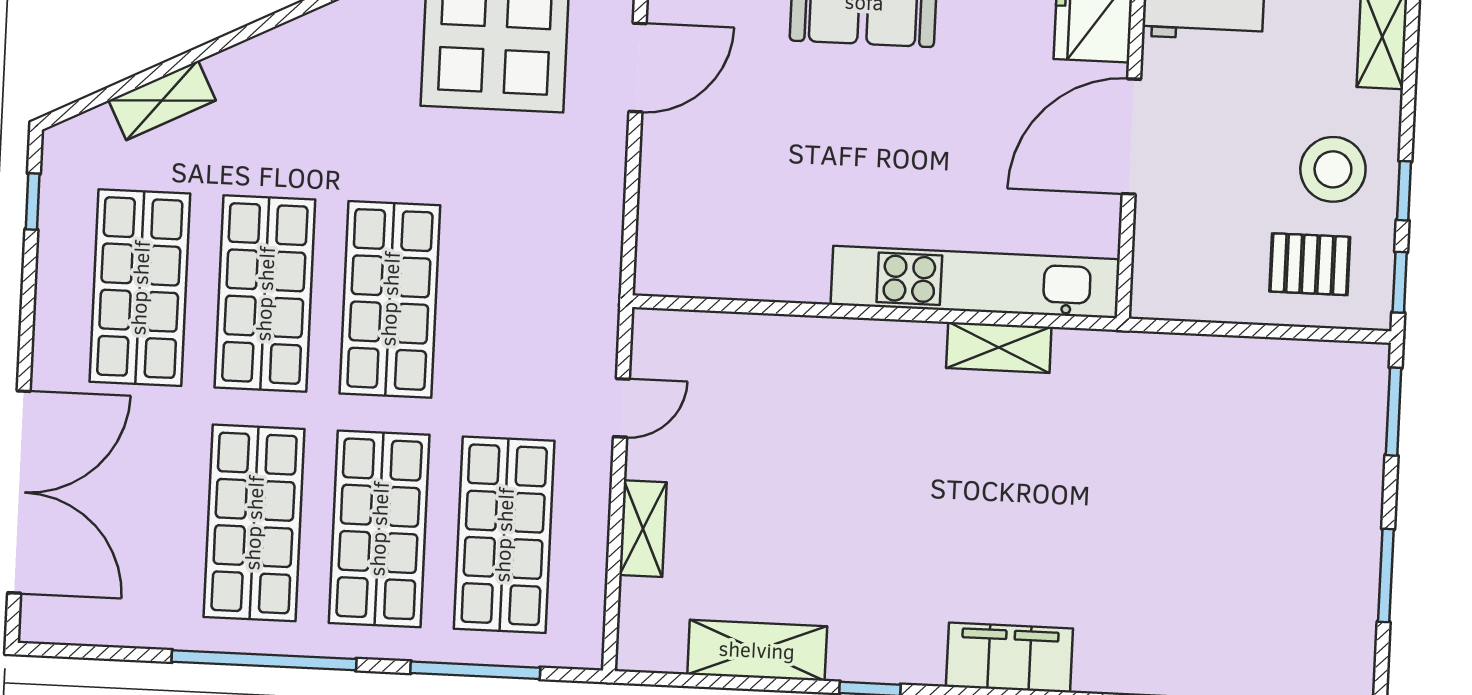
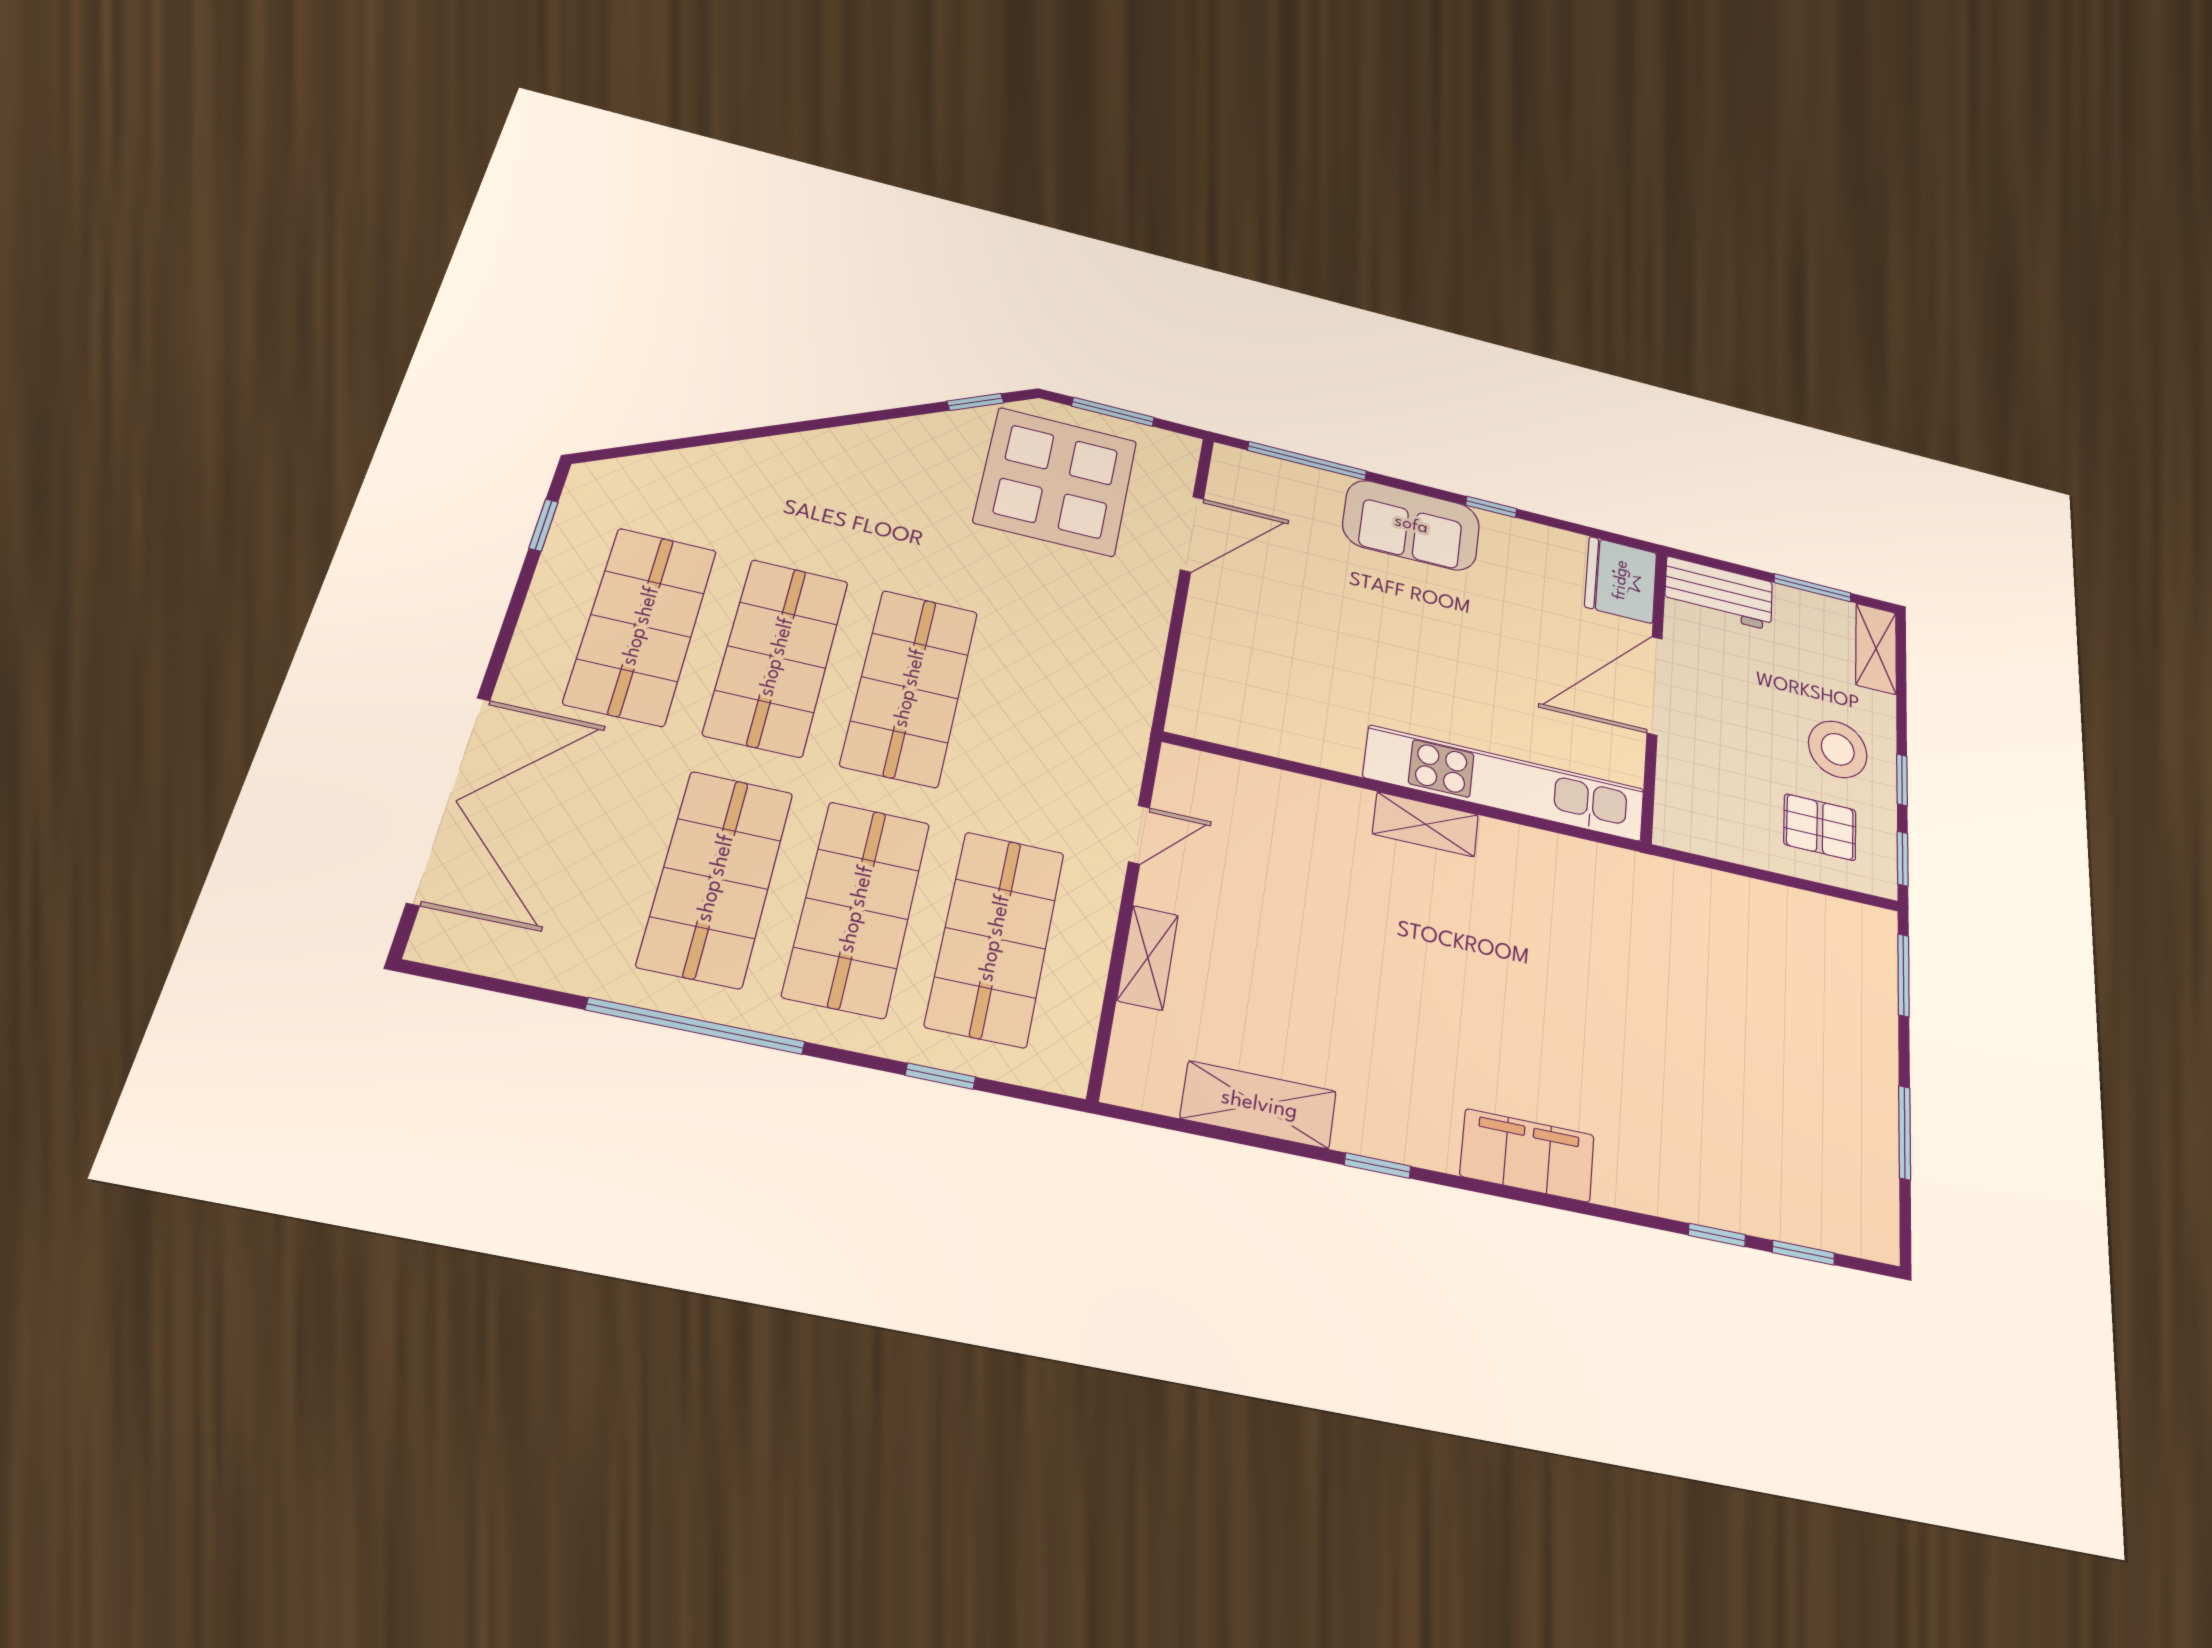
shelving: (162, 100) -> (706, 465), removed
shelving: (999, 347) -> (1426, 824), moved
window: (475, 670) -> (940, 1076), width x0.46

